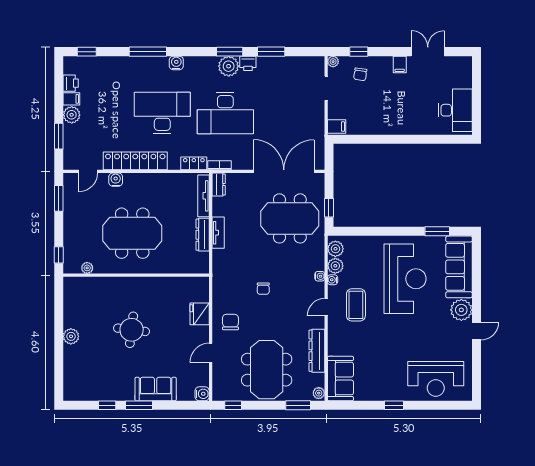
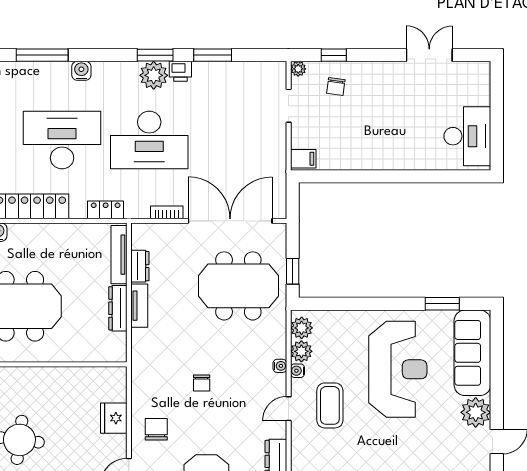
filing cabinet: (400, 64) -> (390, 73), removed
bookcase: (220, 165) -> (167, 212), moved
dresser: (219, 184) -> (140, 266), moved

